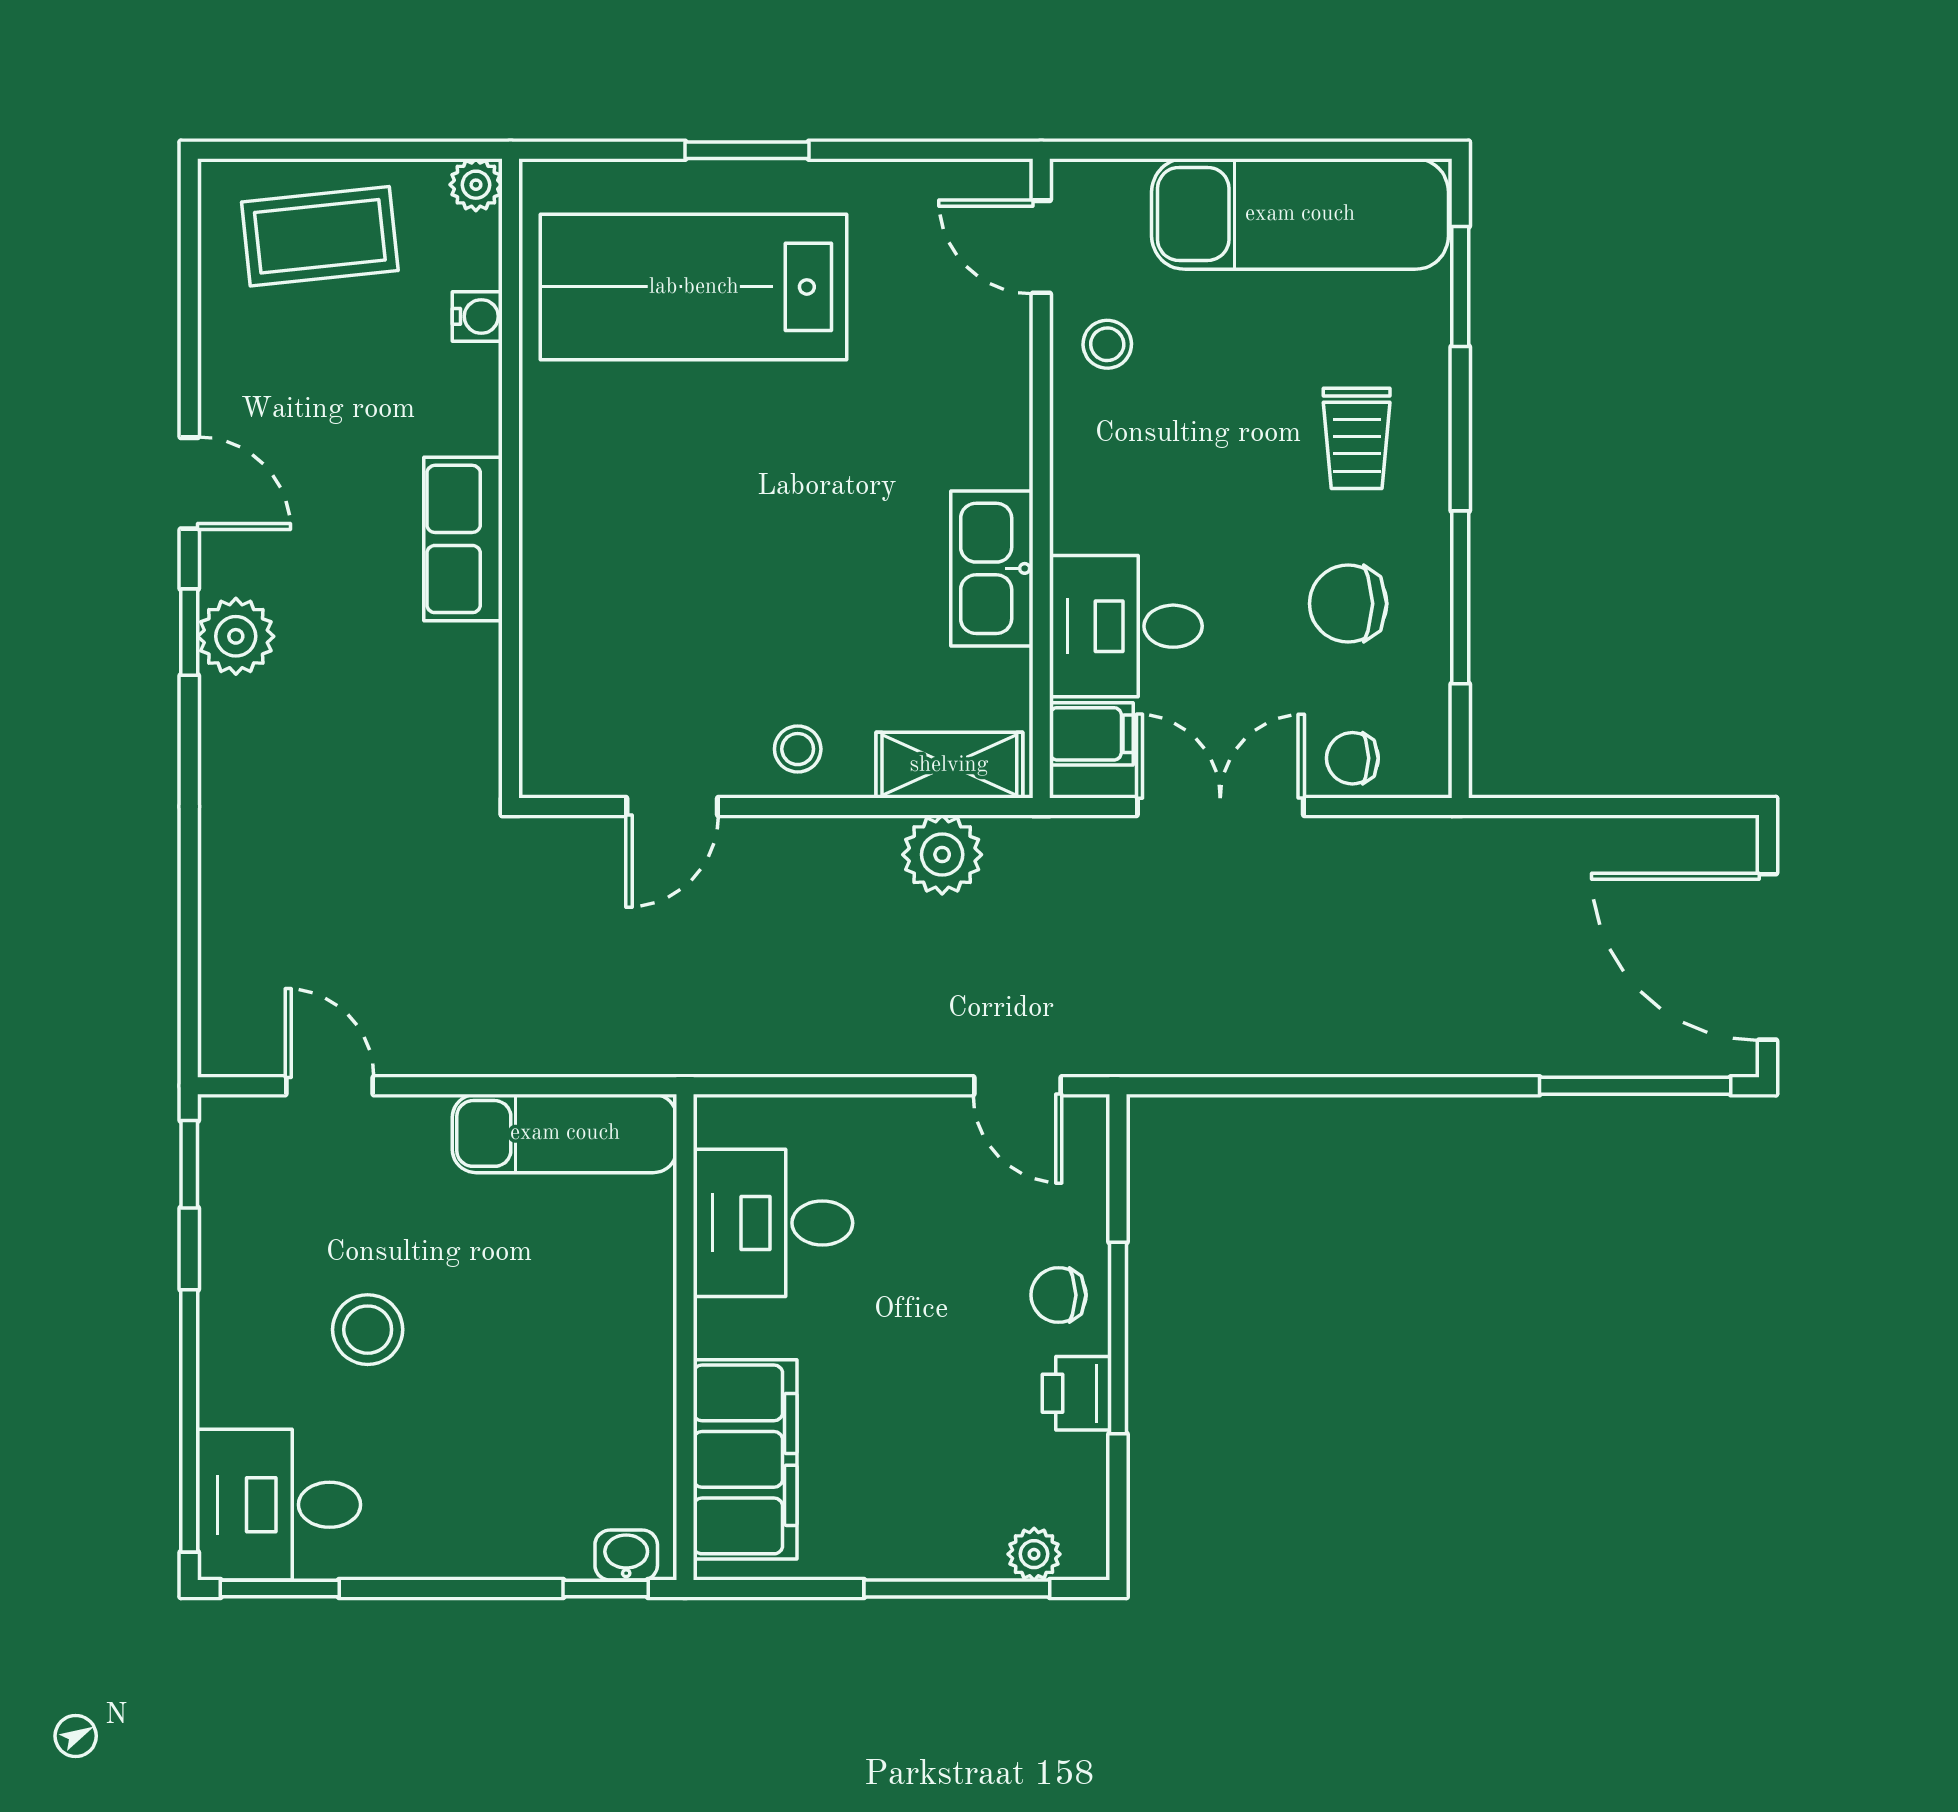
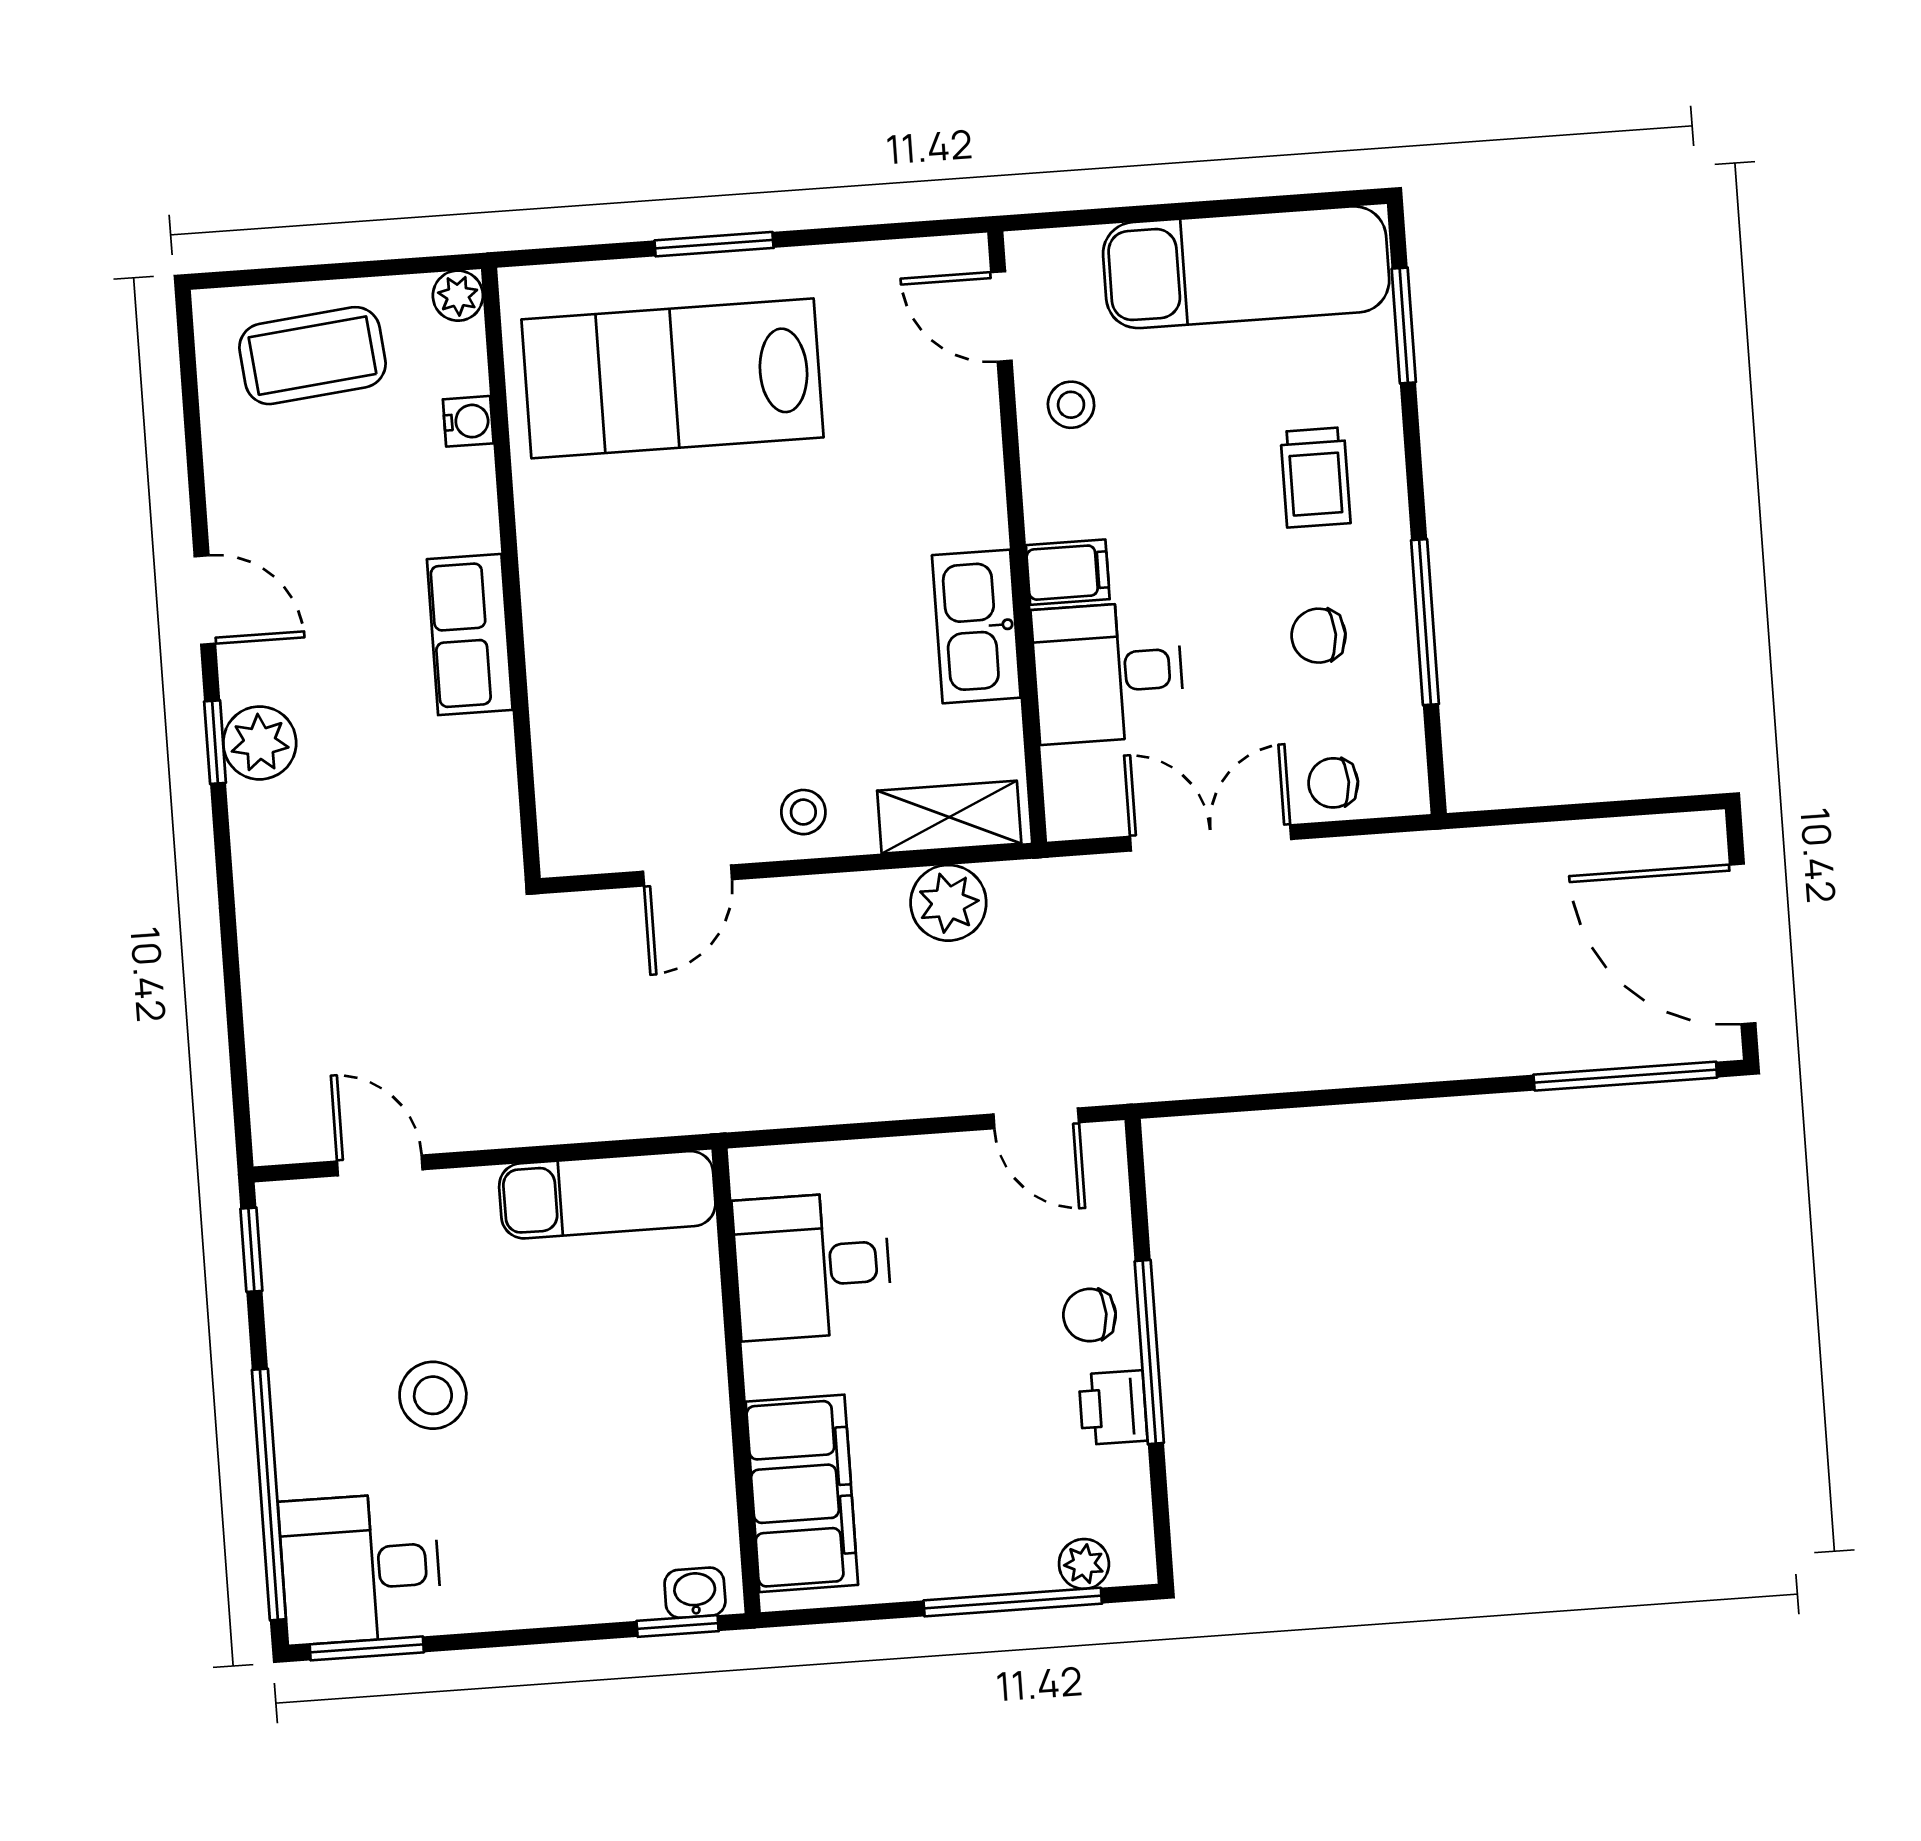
chair: (1348, 604) -> (1319, 636), width x0.73, depth x0.73
filing cabinet: (1091, 734) -> (1068, 572), moved

